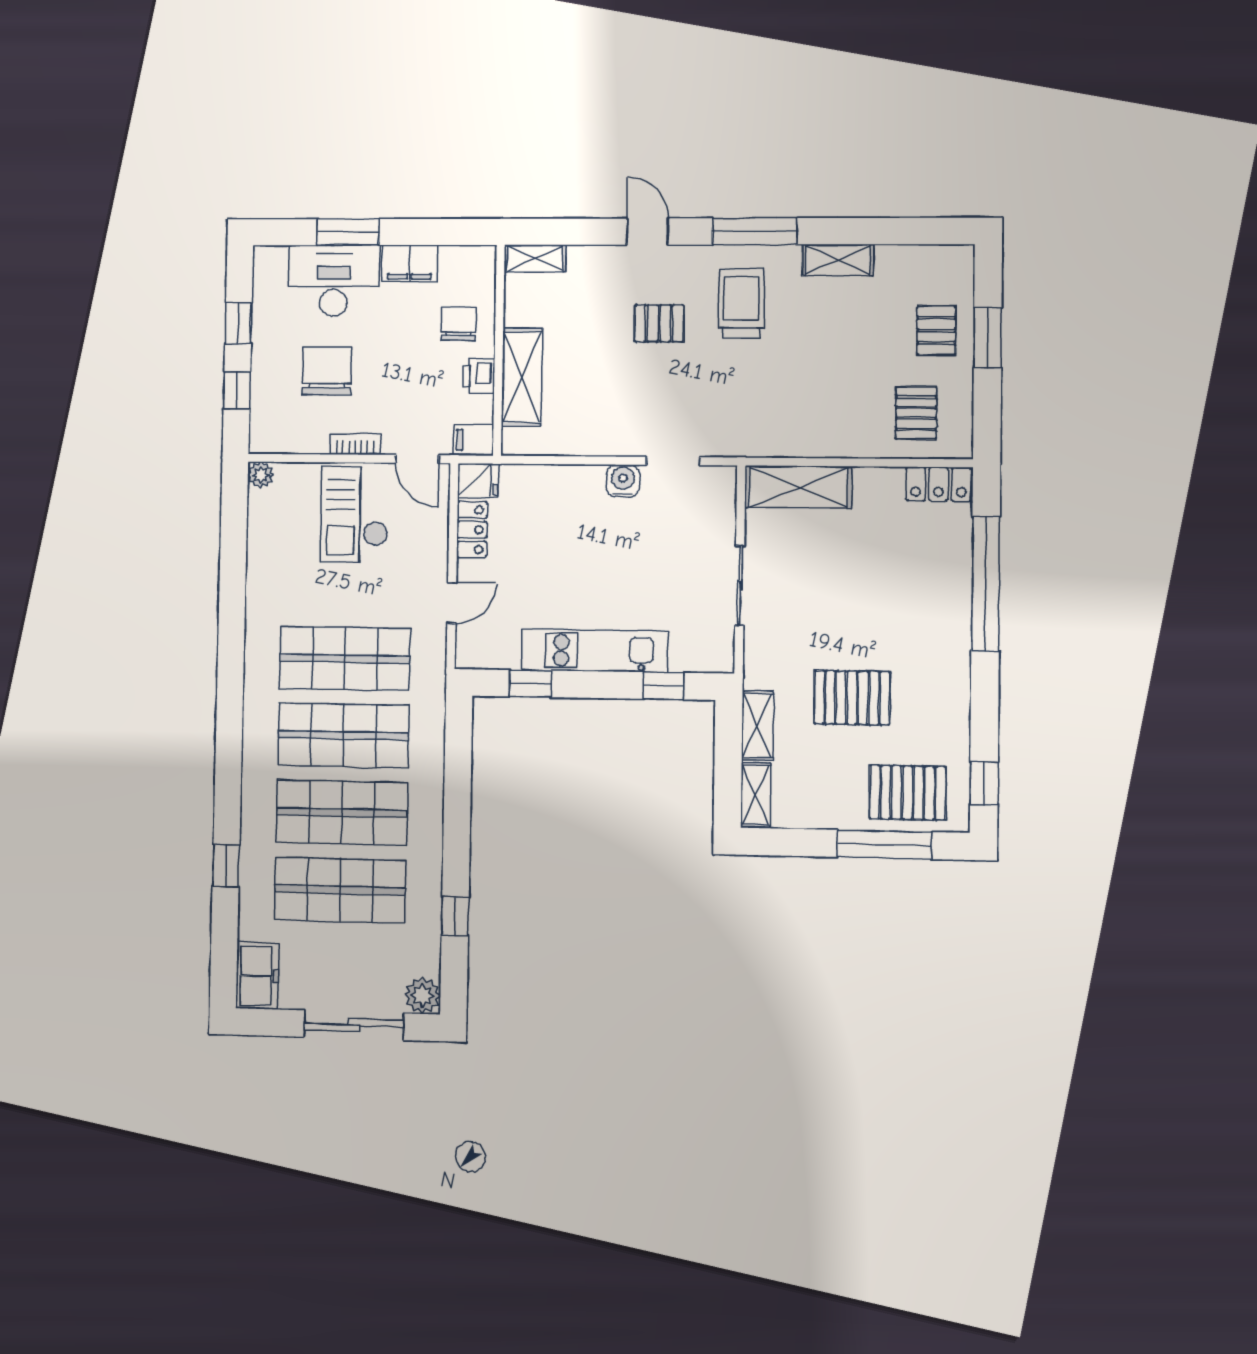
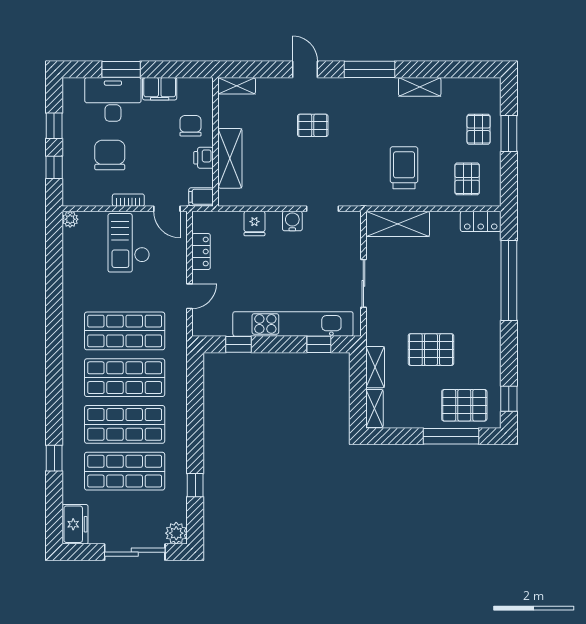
trolley: (741, 303) -> (404, 168), moved
fridge: (478, 480) -> (254, 224), moved, turned 90
kitchen unit: (595, 651) -> (293, 324), width x1.36

